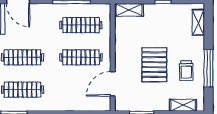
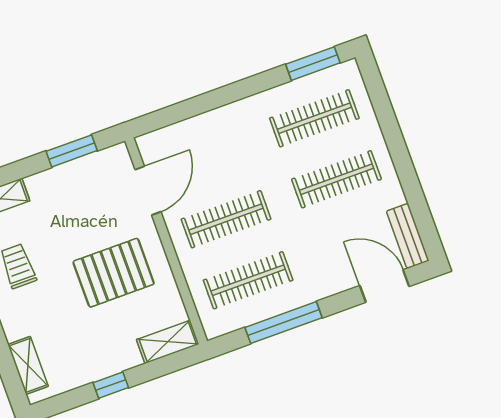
pallet: (154, 65) -> (114, 273), moved, turned 90

